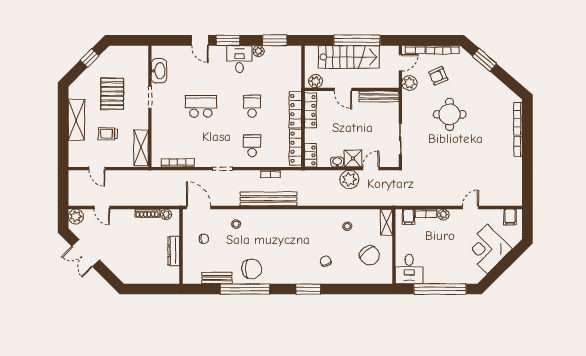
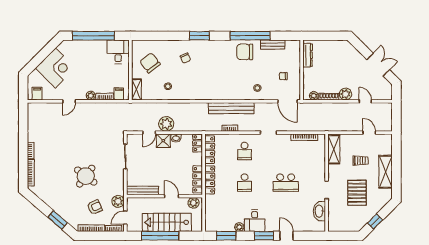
round table: (450, 114) -> (86, 176), turned 37
plant: (76, 217) -> (346, 94), moved
dresser: (174, 251) -> (308, 55), moved

